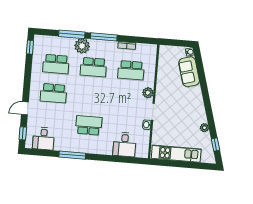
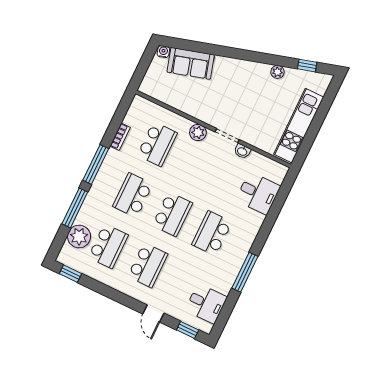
plant: (82, 46) -> (79, 236), moved
school desk: (93, 67) -> (133, 195), turned 180
school desk: (91, 96) -> (172, 214), added

